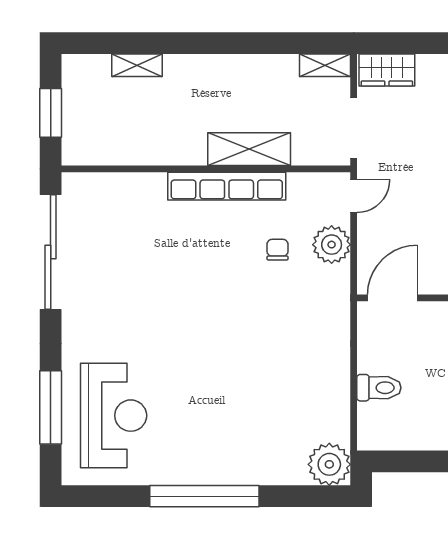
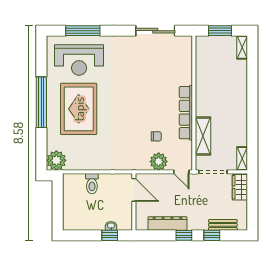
shelving: (137, 65) -> (242, 47), moved
shelving: (249, 149) -> (203, 136), moved
sliding door: (51, 252) -> (155, 31), width x0.73
rug: (219, 416) -> (79, 109), added

